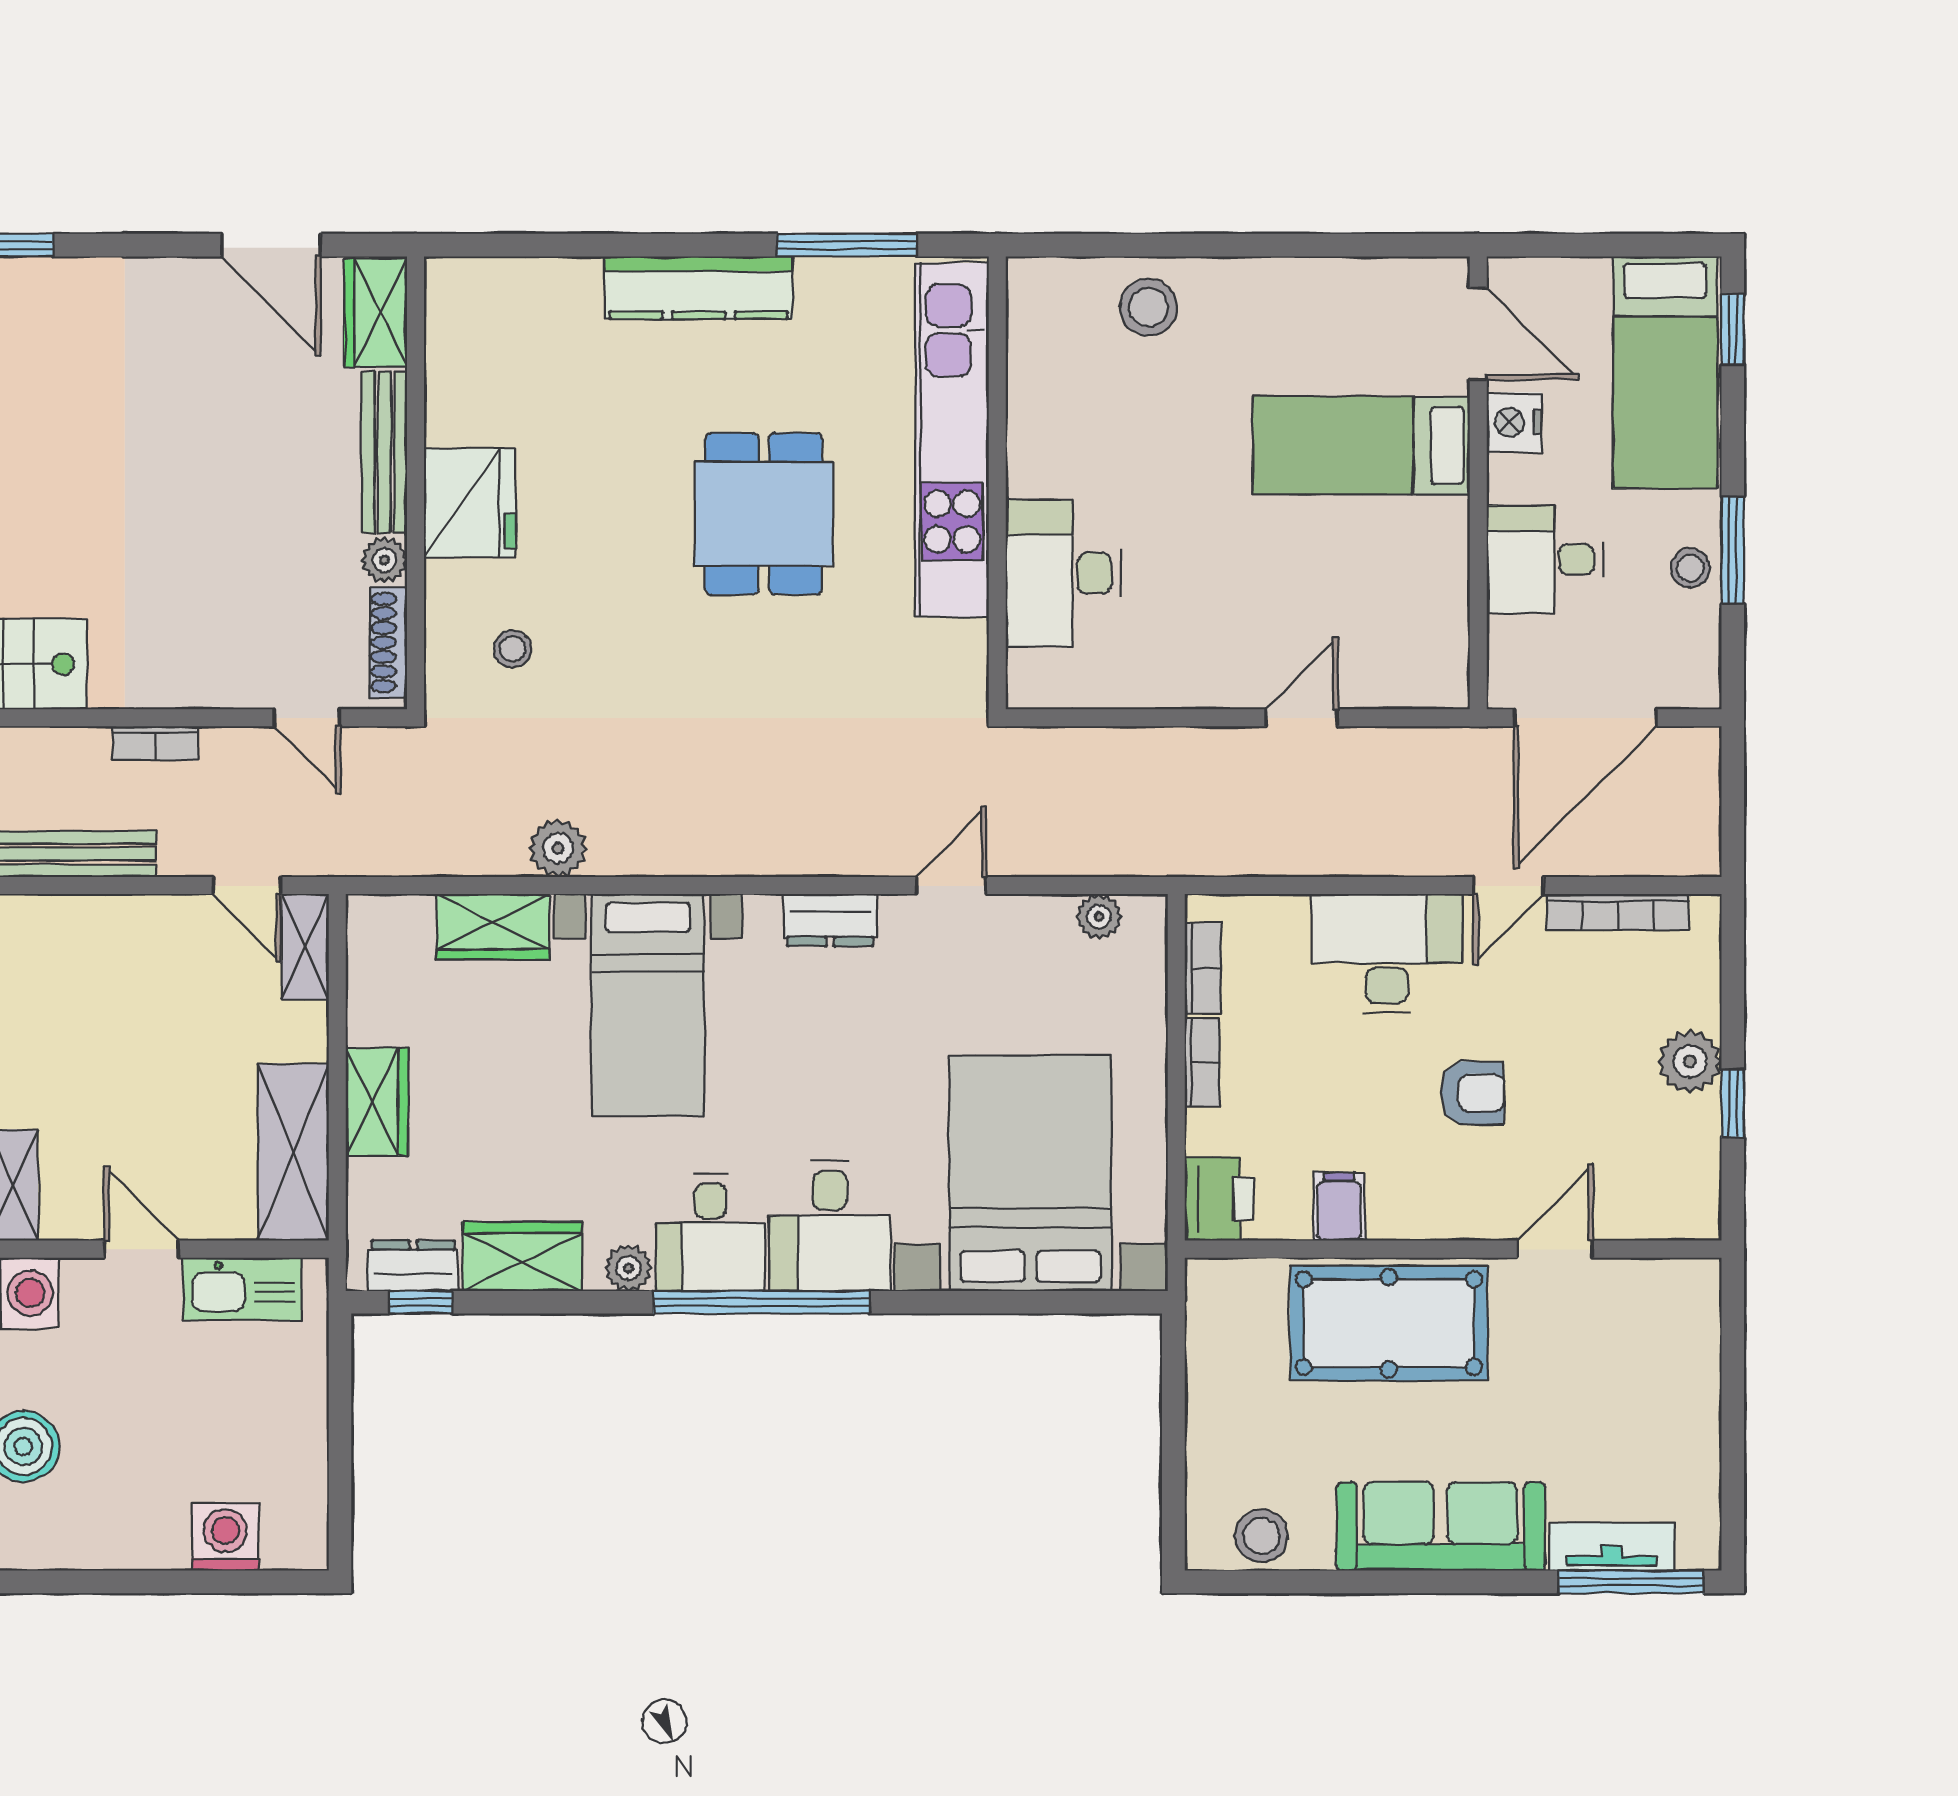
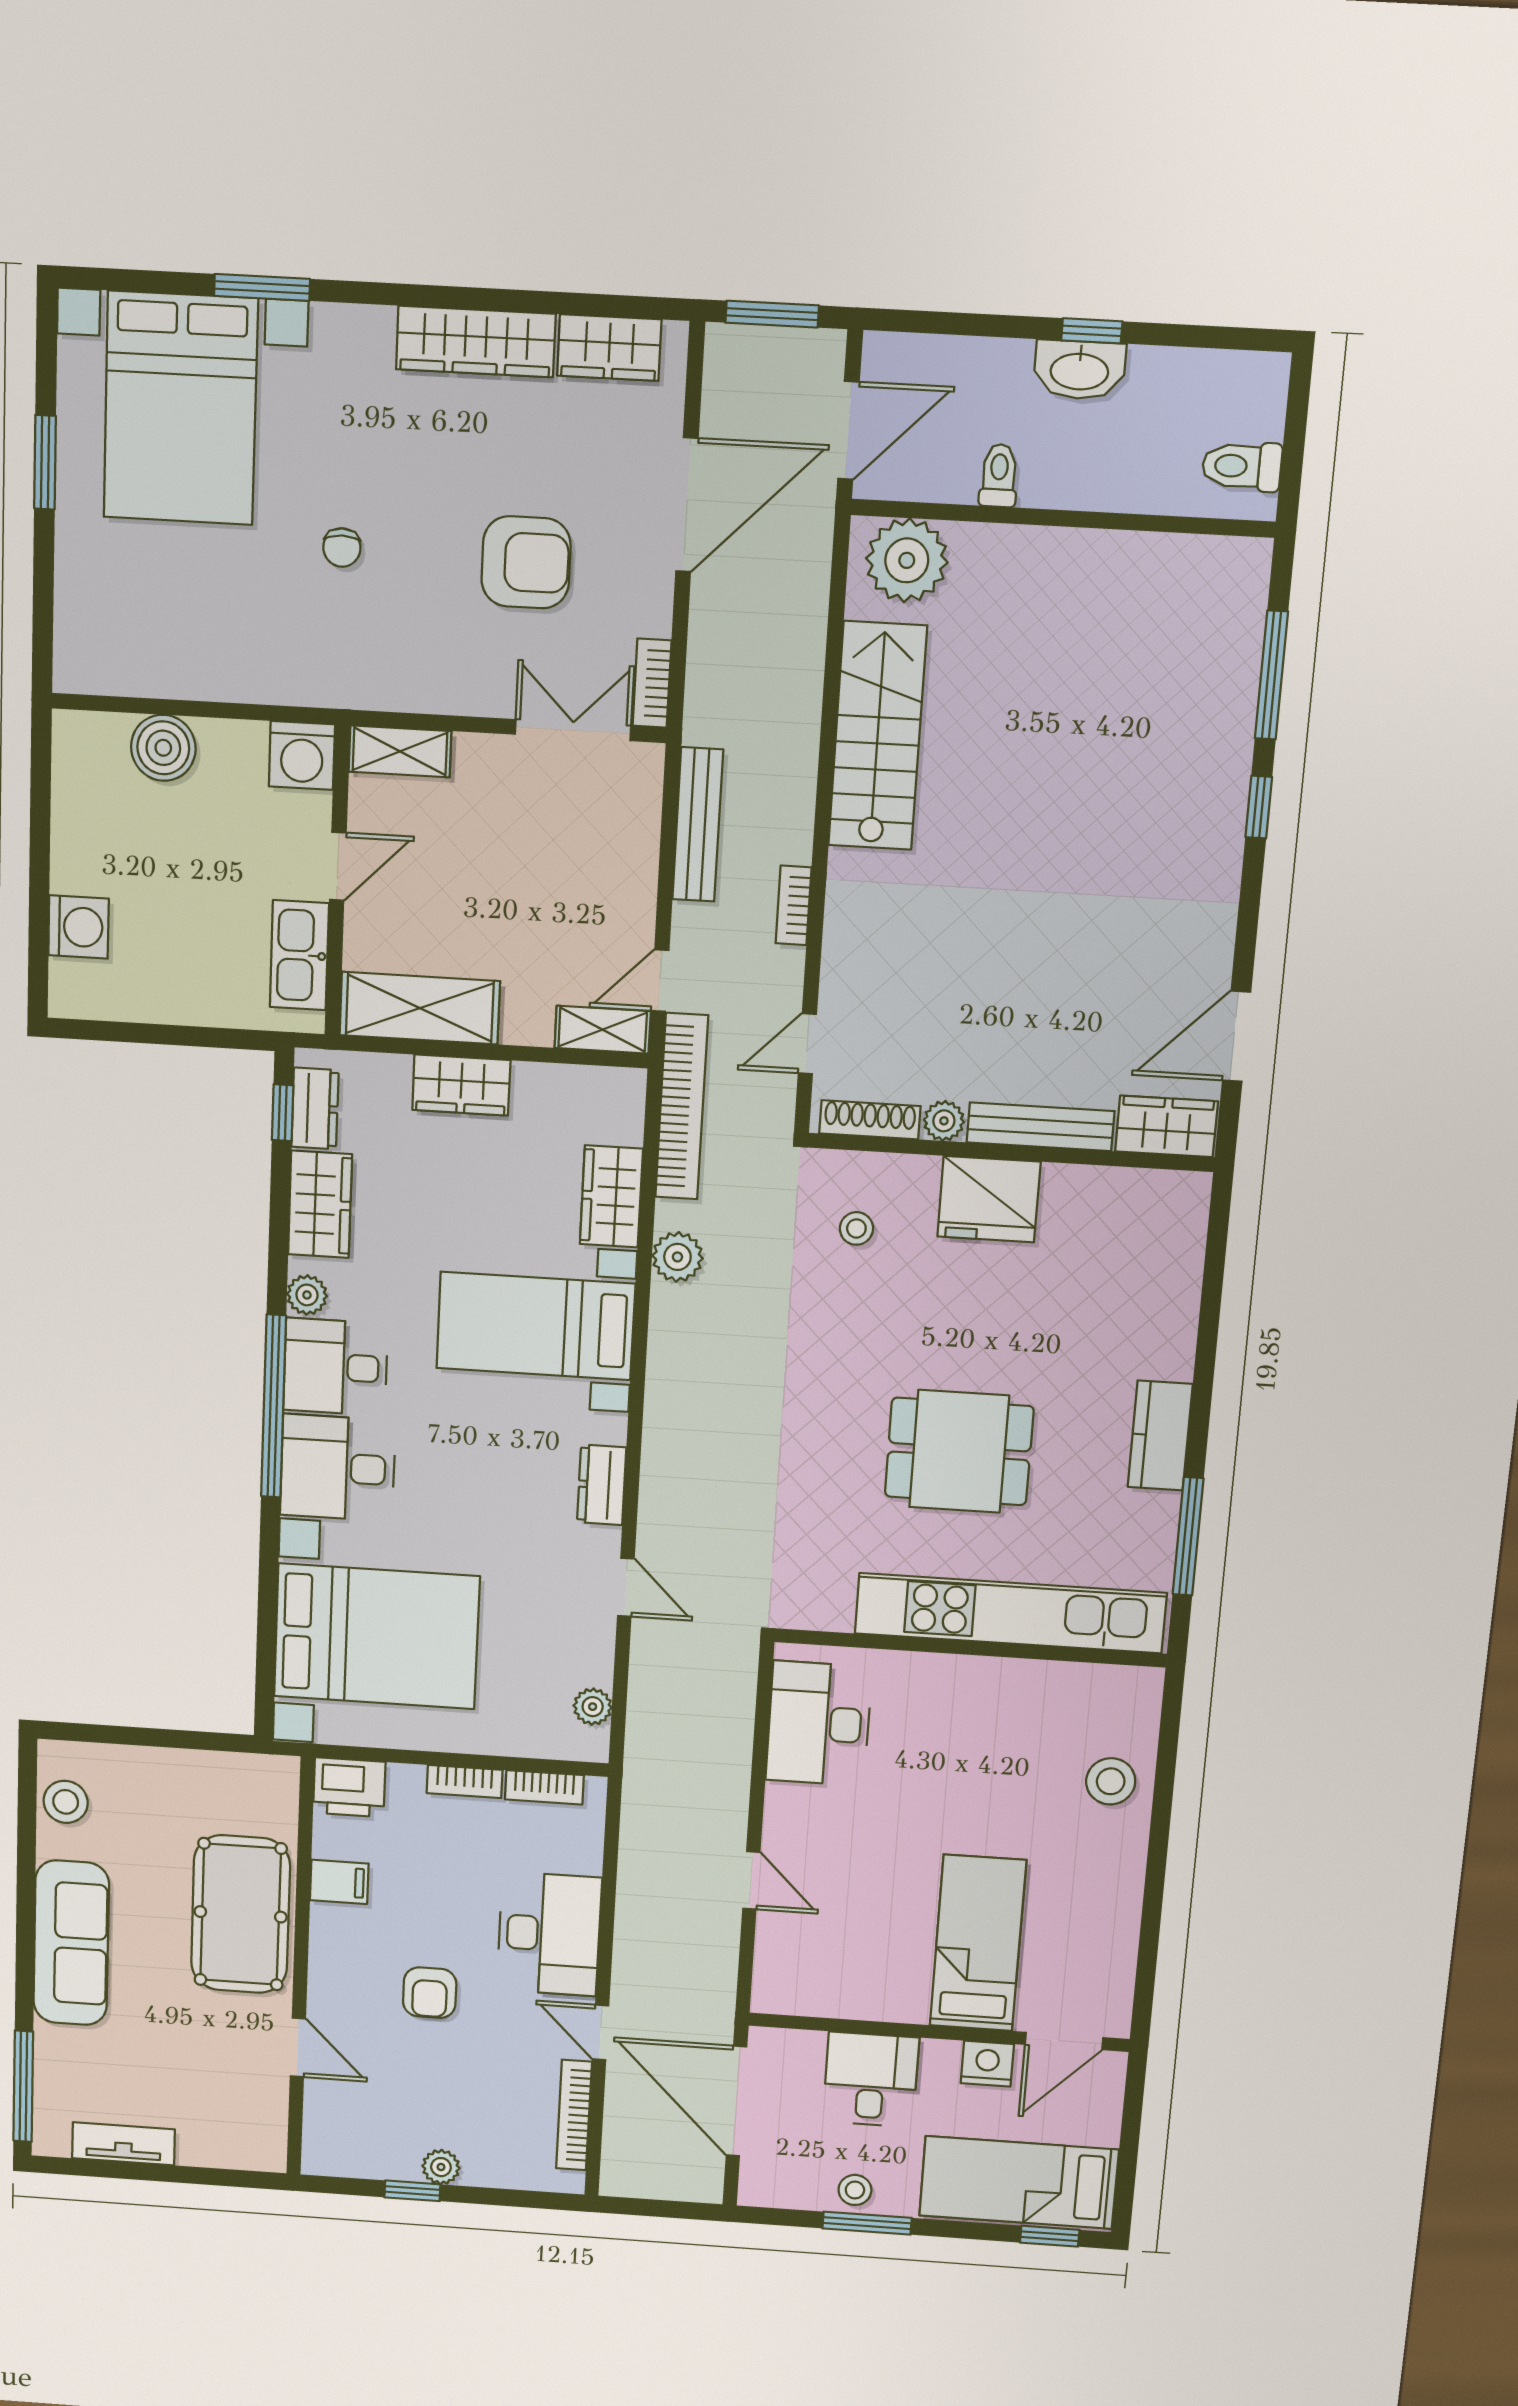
kitchen counter: (699, 288) -> (1160, 1435), width x0.67
desk: (1063, 573) -> (819, 1723), moved, turned -90
bookcase: (386, 854) -> (682, 1106), added
plant: (1690, 1061) -> (441, 2167), width x0.73, depth x0.73
tv unit: (1612, 1547) -> (123, 2144), moved, turned -90

